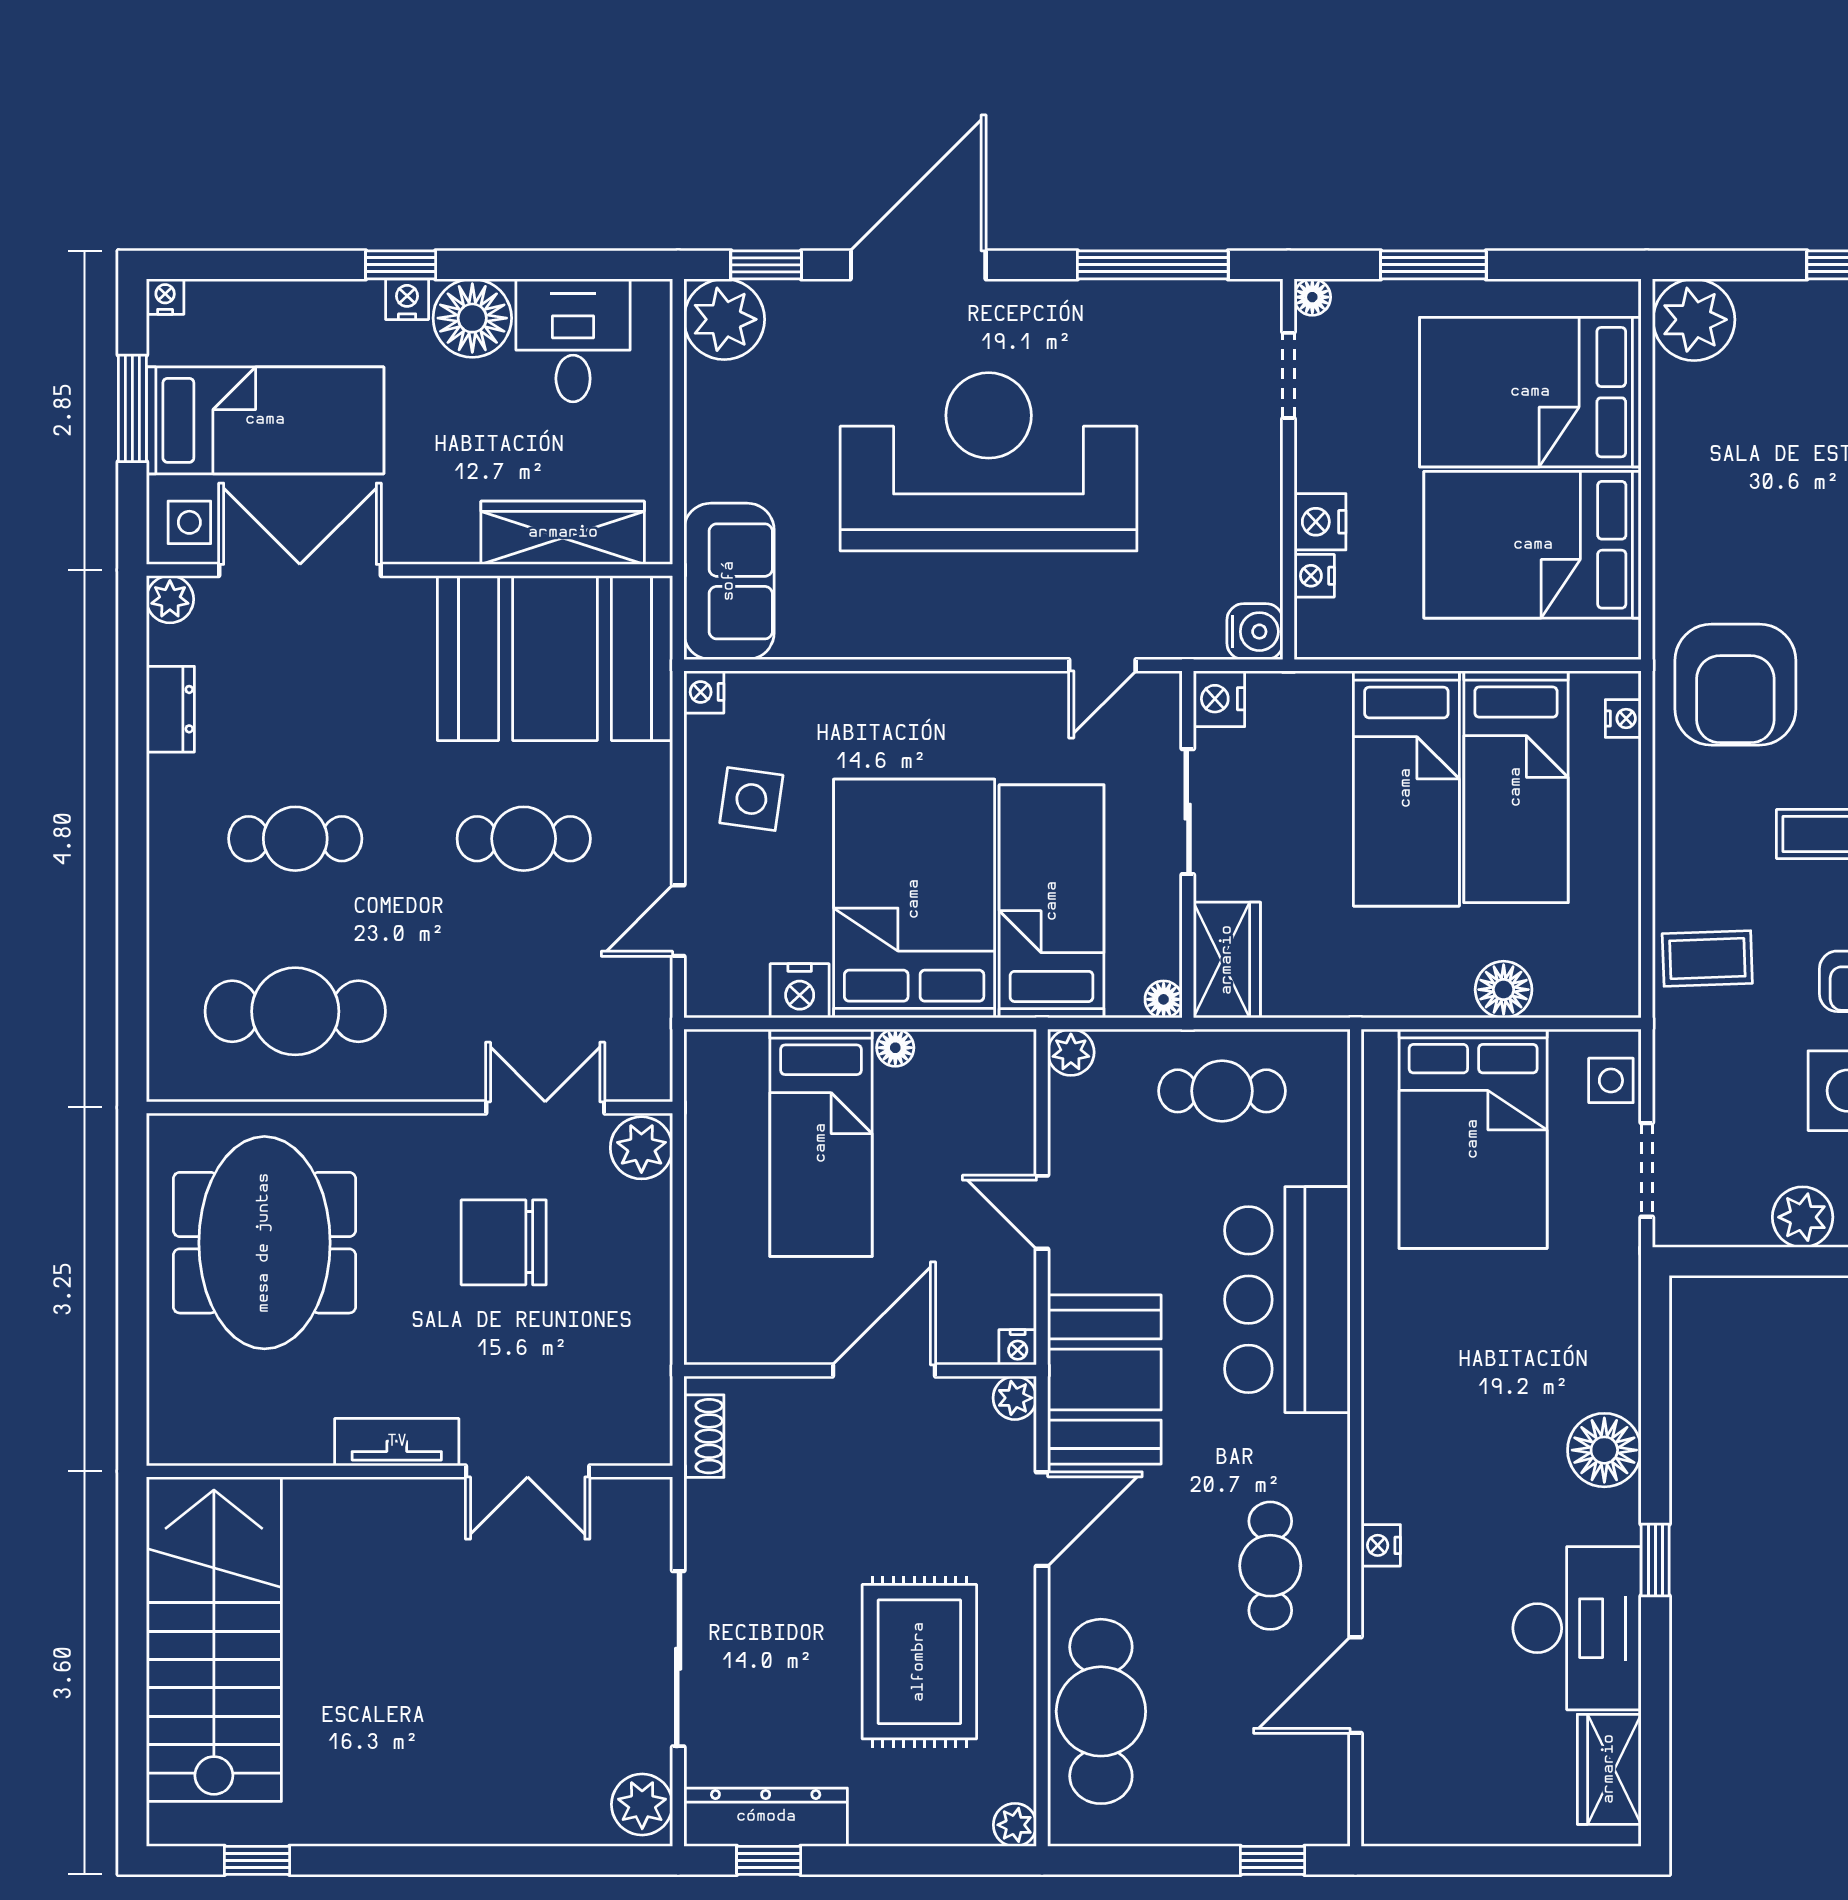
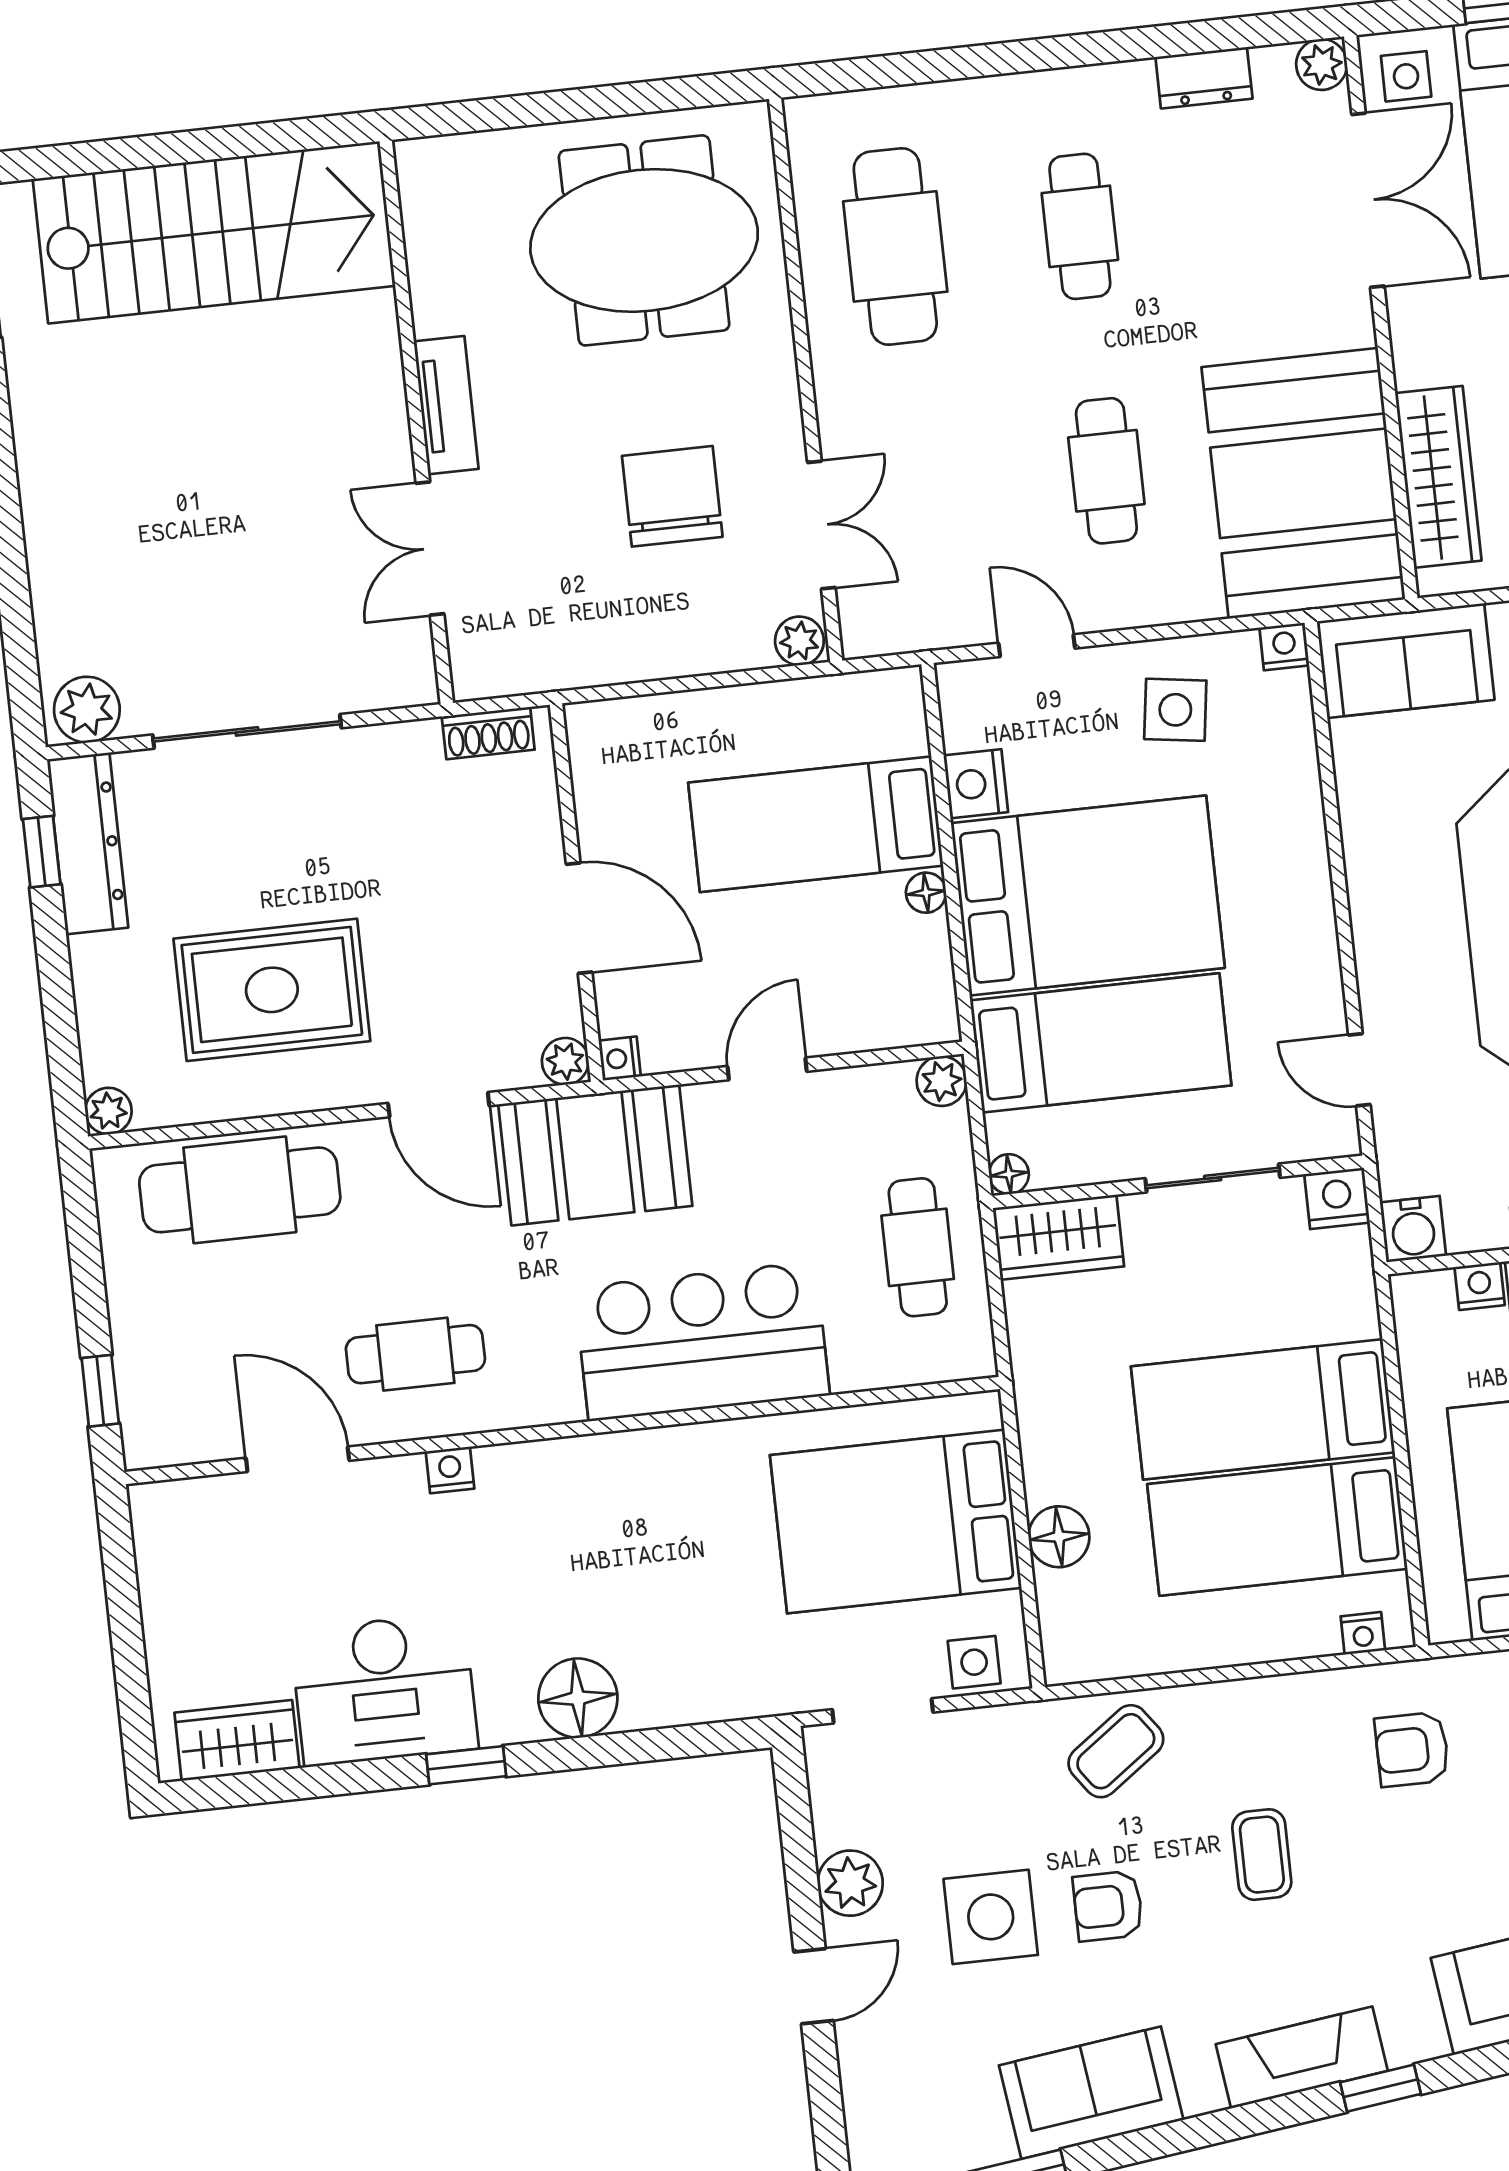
armchair: (1735, 685) -> (1412, 1749), width x0.53, depth x0.53
coffee table: (1707, 958) -> (1116, 1751), turned 56
plant: (641, 1148) -> (799, 641), width x0.73, depth x0.73

